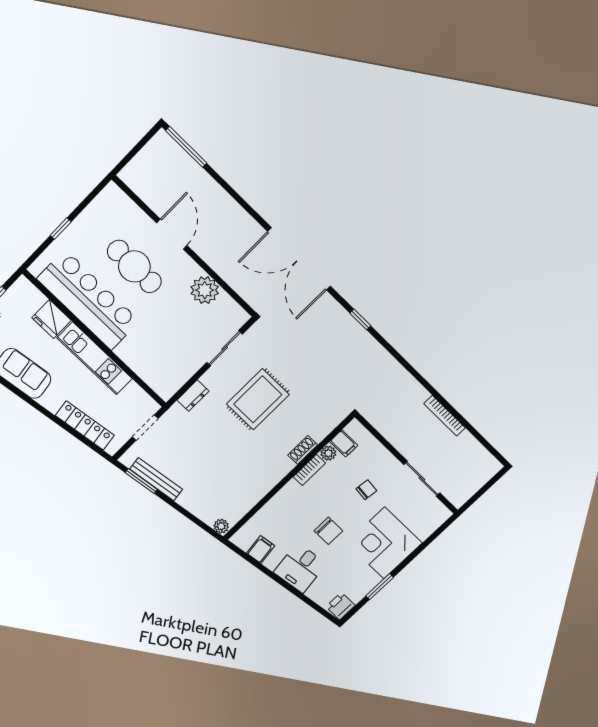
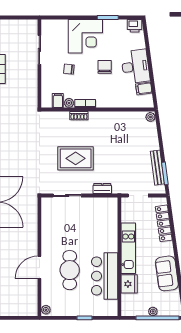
plant: (205, 290) -> (46, 310), moved, width x0.53, depth x0.53
bar counter: (88, 300) -> (105, 276), width x0.73
desk: (300, 568) -> (135, 66), width x1.37

